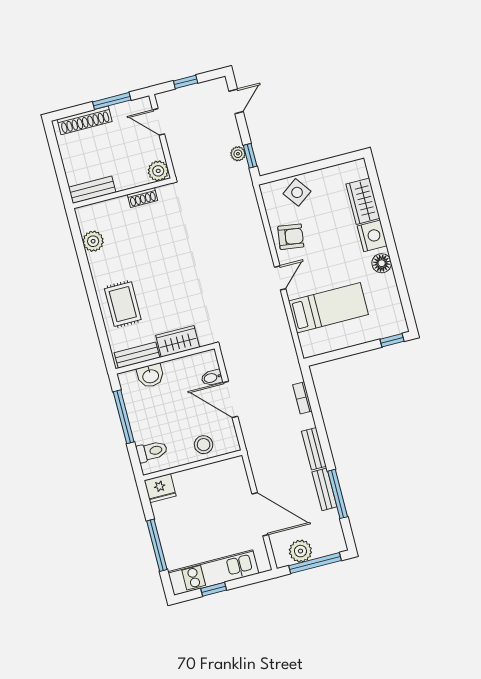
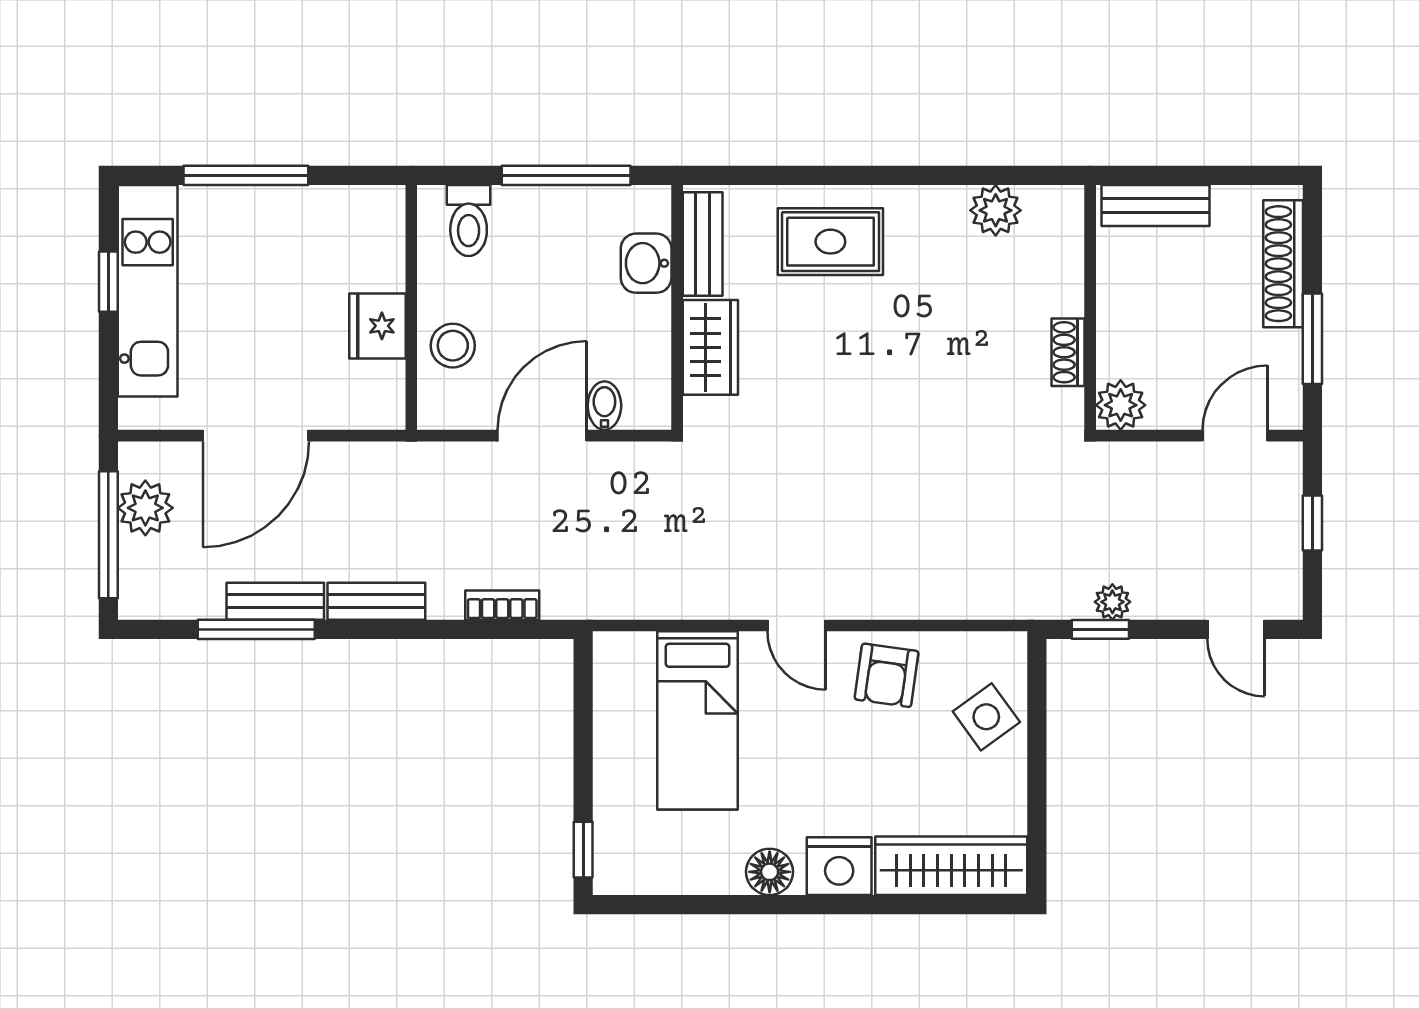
bench: (92, 190) -> (1155, 206), moved, turned 90
wardrobe: (363, 201) -> (951, 866), width x1.50
fridge: (160, 488) -> (377, 326), moved

